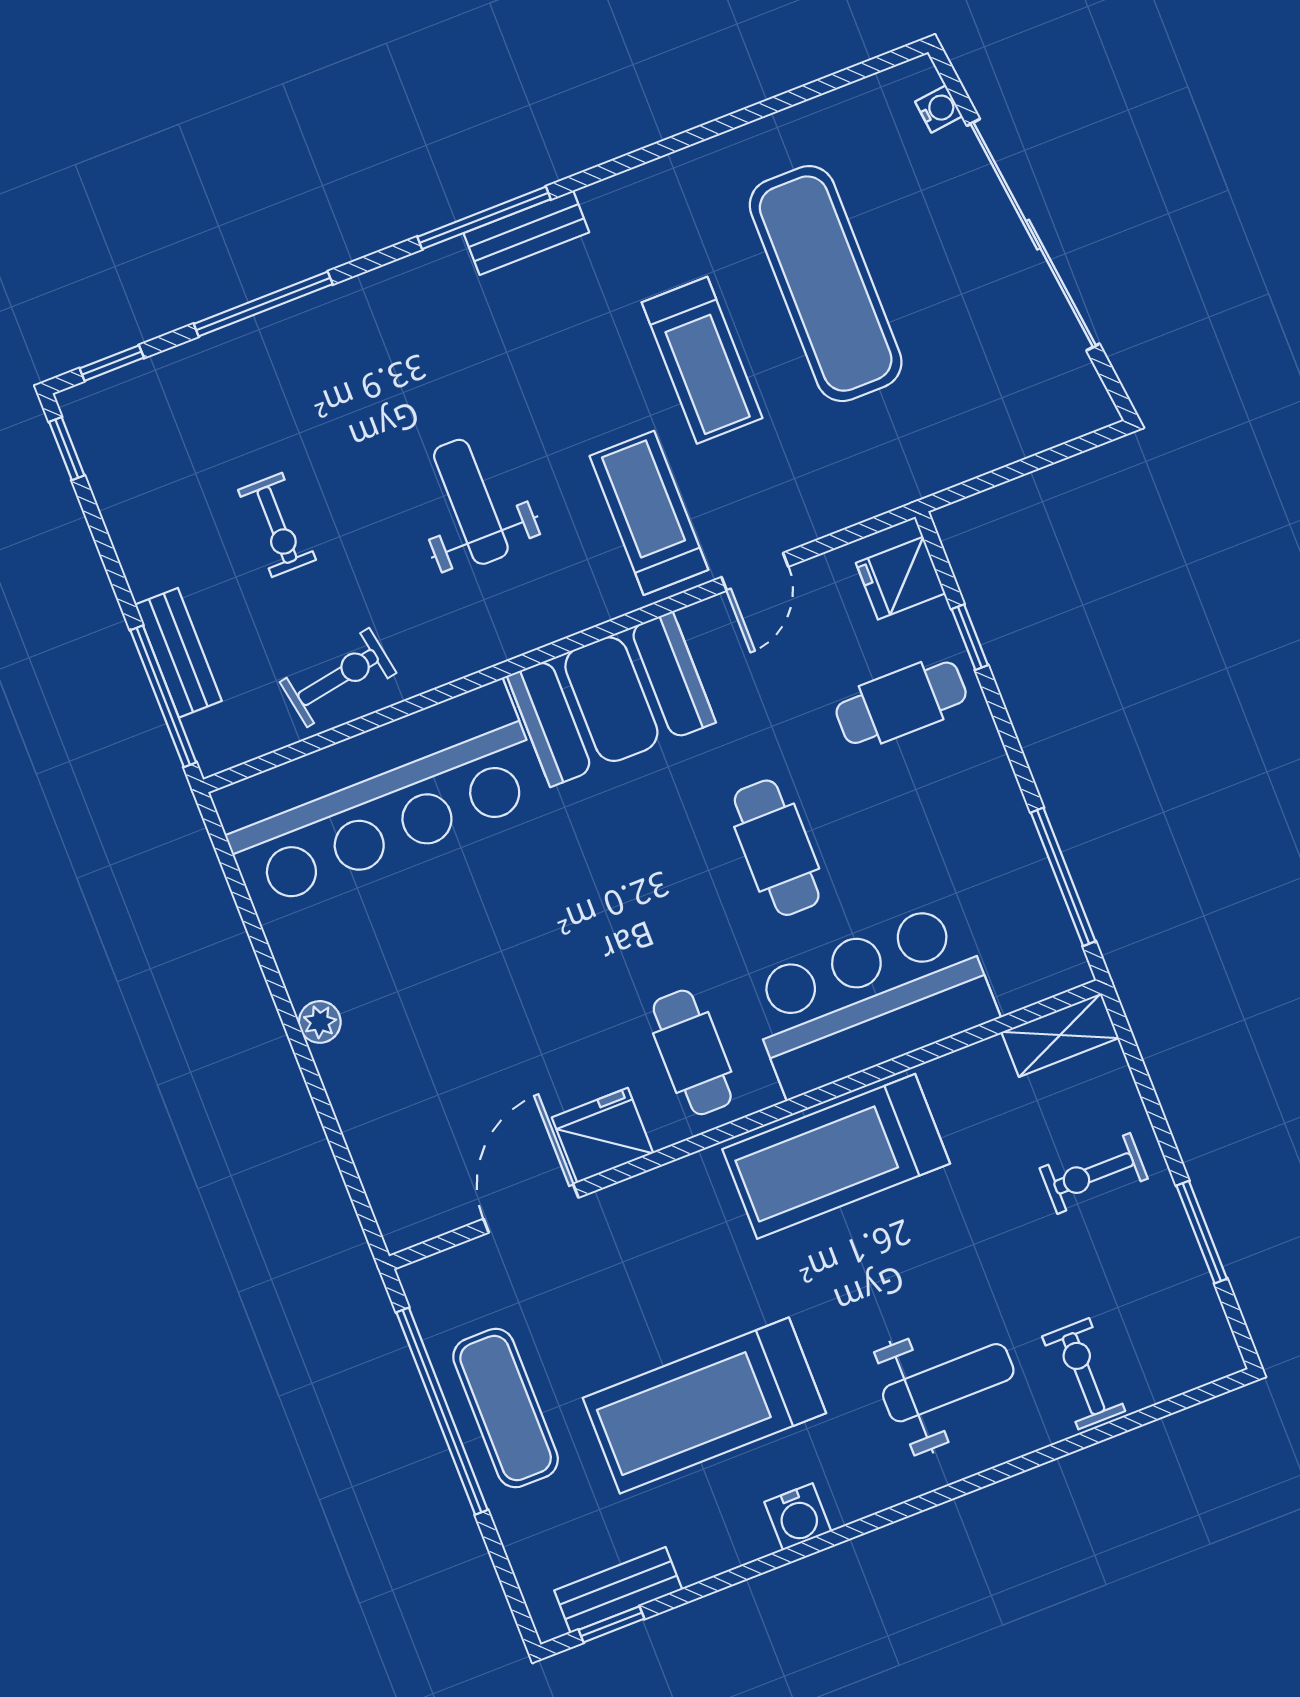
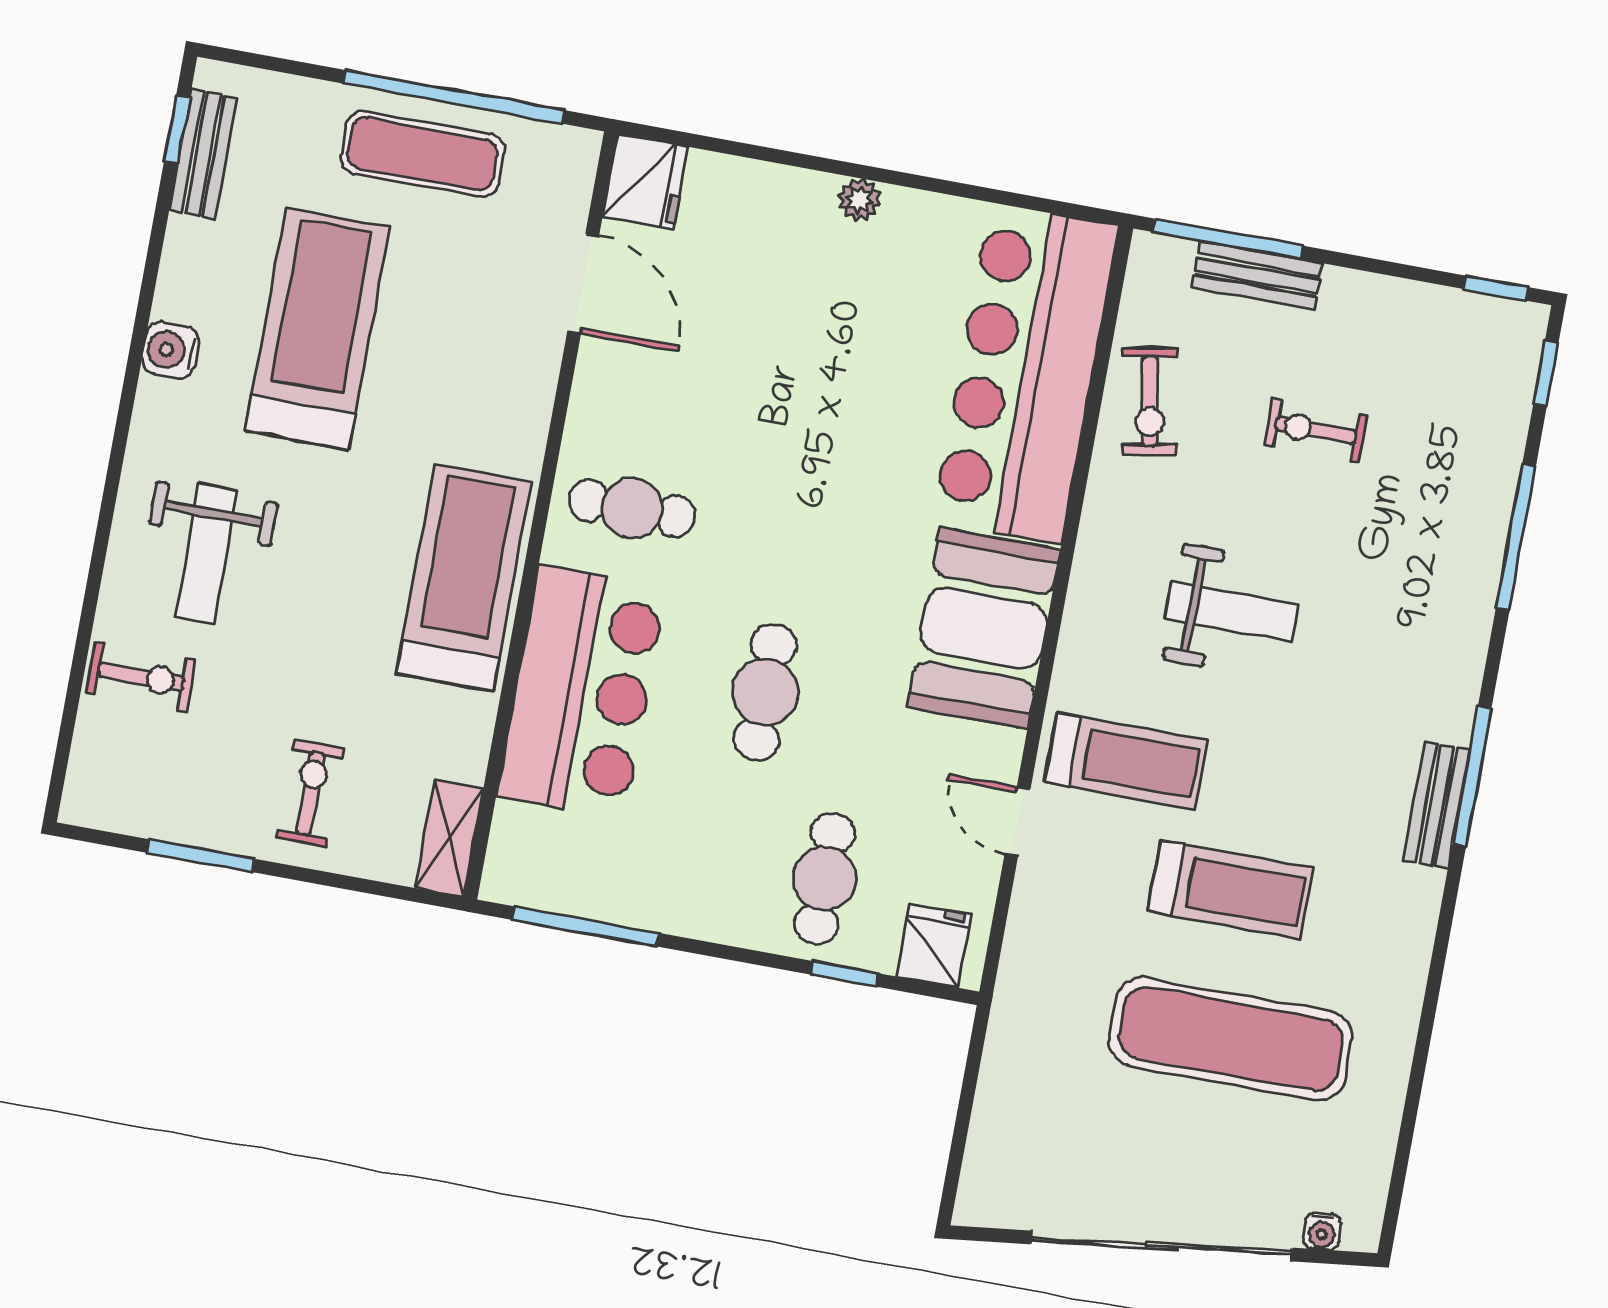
treadmill: (702, 360) -> (1230, 890), turned 180
cafe table: (777, 848) -> (765, 692), turned 90
fridge: (603, 1135) -> (646, 182), moved

